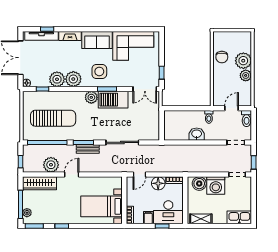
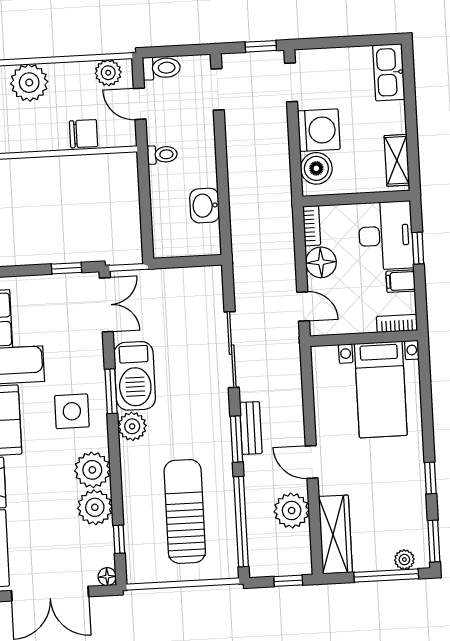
chair: (222, 57) -> (84, 134), moved
plant: (246, 75) -> (108, 73), moved
washbasin: (197, 134) -> (205, 206), moved

